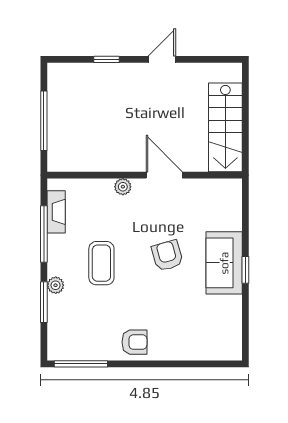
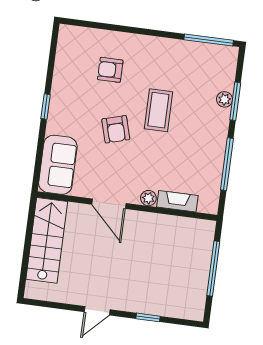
fireplace: (56, 212) -> (177, 201), moved, turned 90
coffee table: (101, 263) -> (158, 110), moved
sofa: (224, 263) -> (58, 165), moved
plant: (56, 285) -> (225, 99), moved
armchair: (135, 342) -> (110, 70), moved

